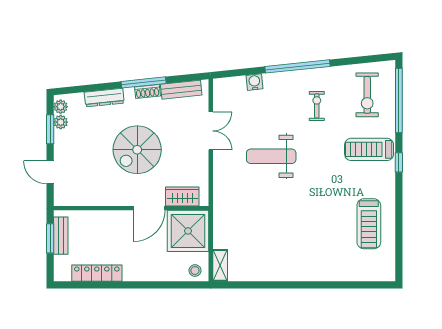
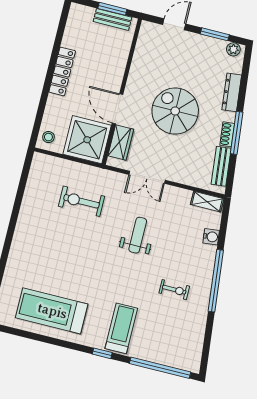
exercise bike: (367, 95) -> (81, 201), moved
plant: (61, 122) -> (219, 46), removed
double door: (211, 131) -> (147, 177), moved
weight bench: (271, 156) -> (138, 235), width x0.73, depth x0.75
treadmill: (369, 224) -> (52, 311), width x1.37, depth x1.38
shelving: (220, 265) -> (207, 202), moved
locker: (97, 273) -> (62, 71), moved

